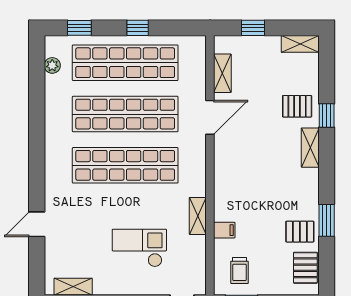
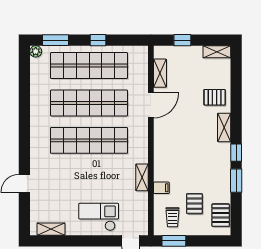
window: (79, 28) -> (56, 40), width x1.50
plant: (52, 65) -> (36, 51), moved
window: (327, 115) -> (236, 153), moved
pallet: (300, 232) -> (194, 204), moved, turned 90
checkout: (139, 248) -> (99, 217), moved

